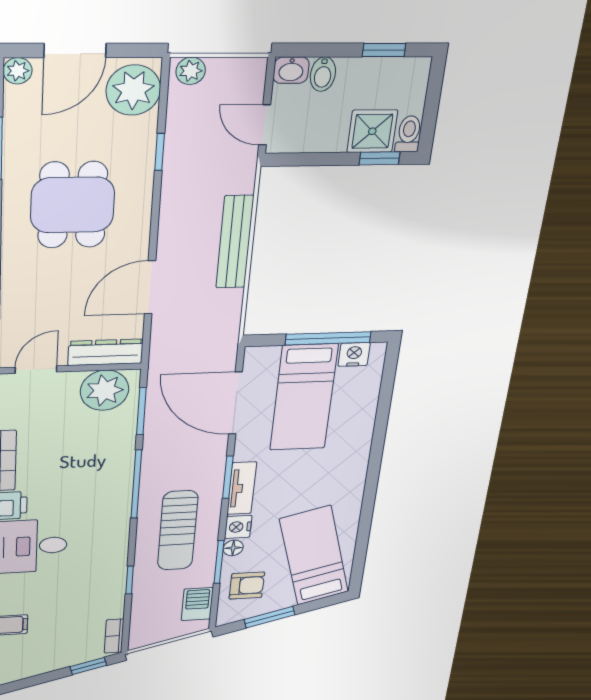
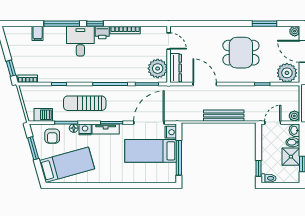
plant: (191, 71) -> (294, 116), moved
shower: (372, 131) -> (291, 157), moved
nightstand: (354, 354) -> (171, 132), moved

